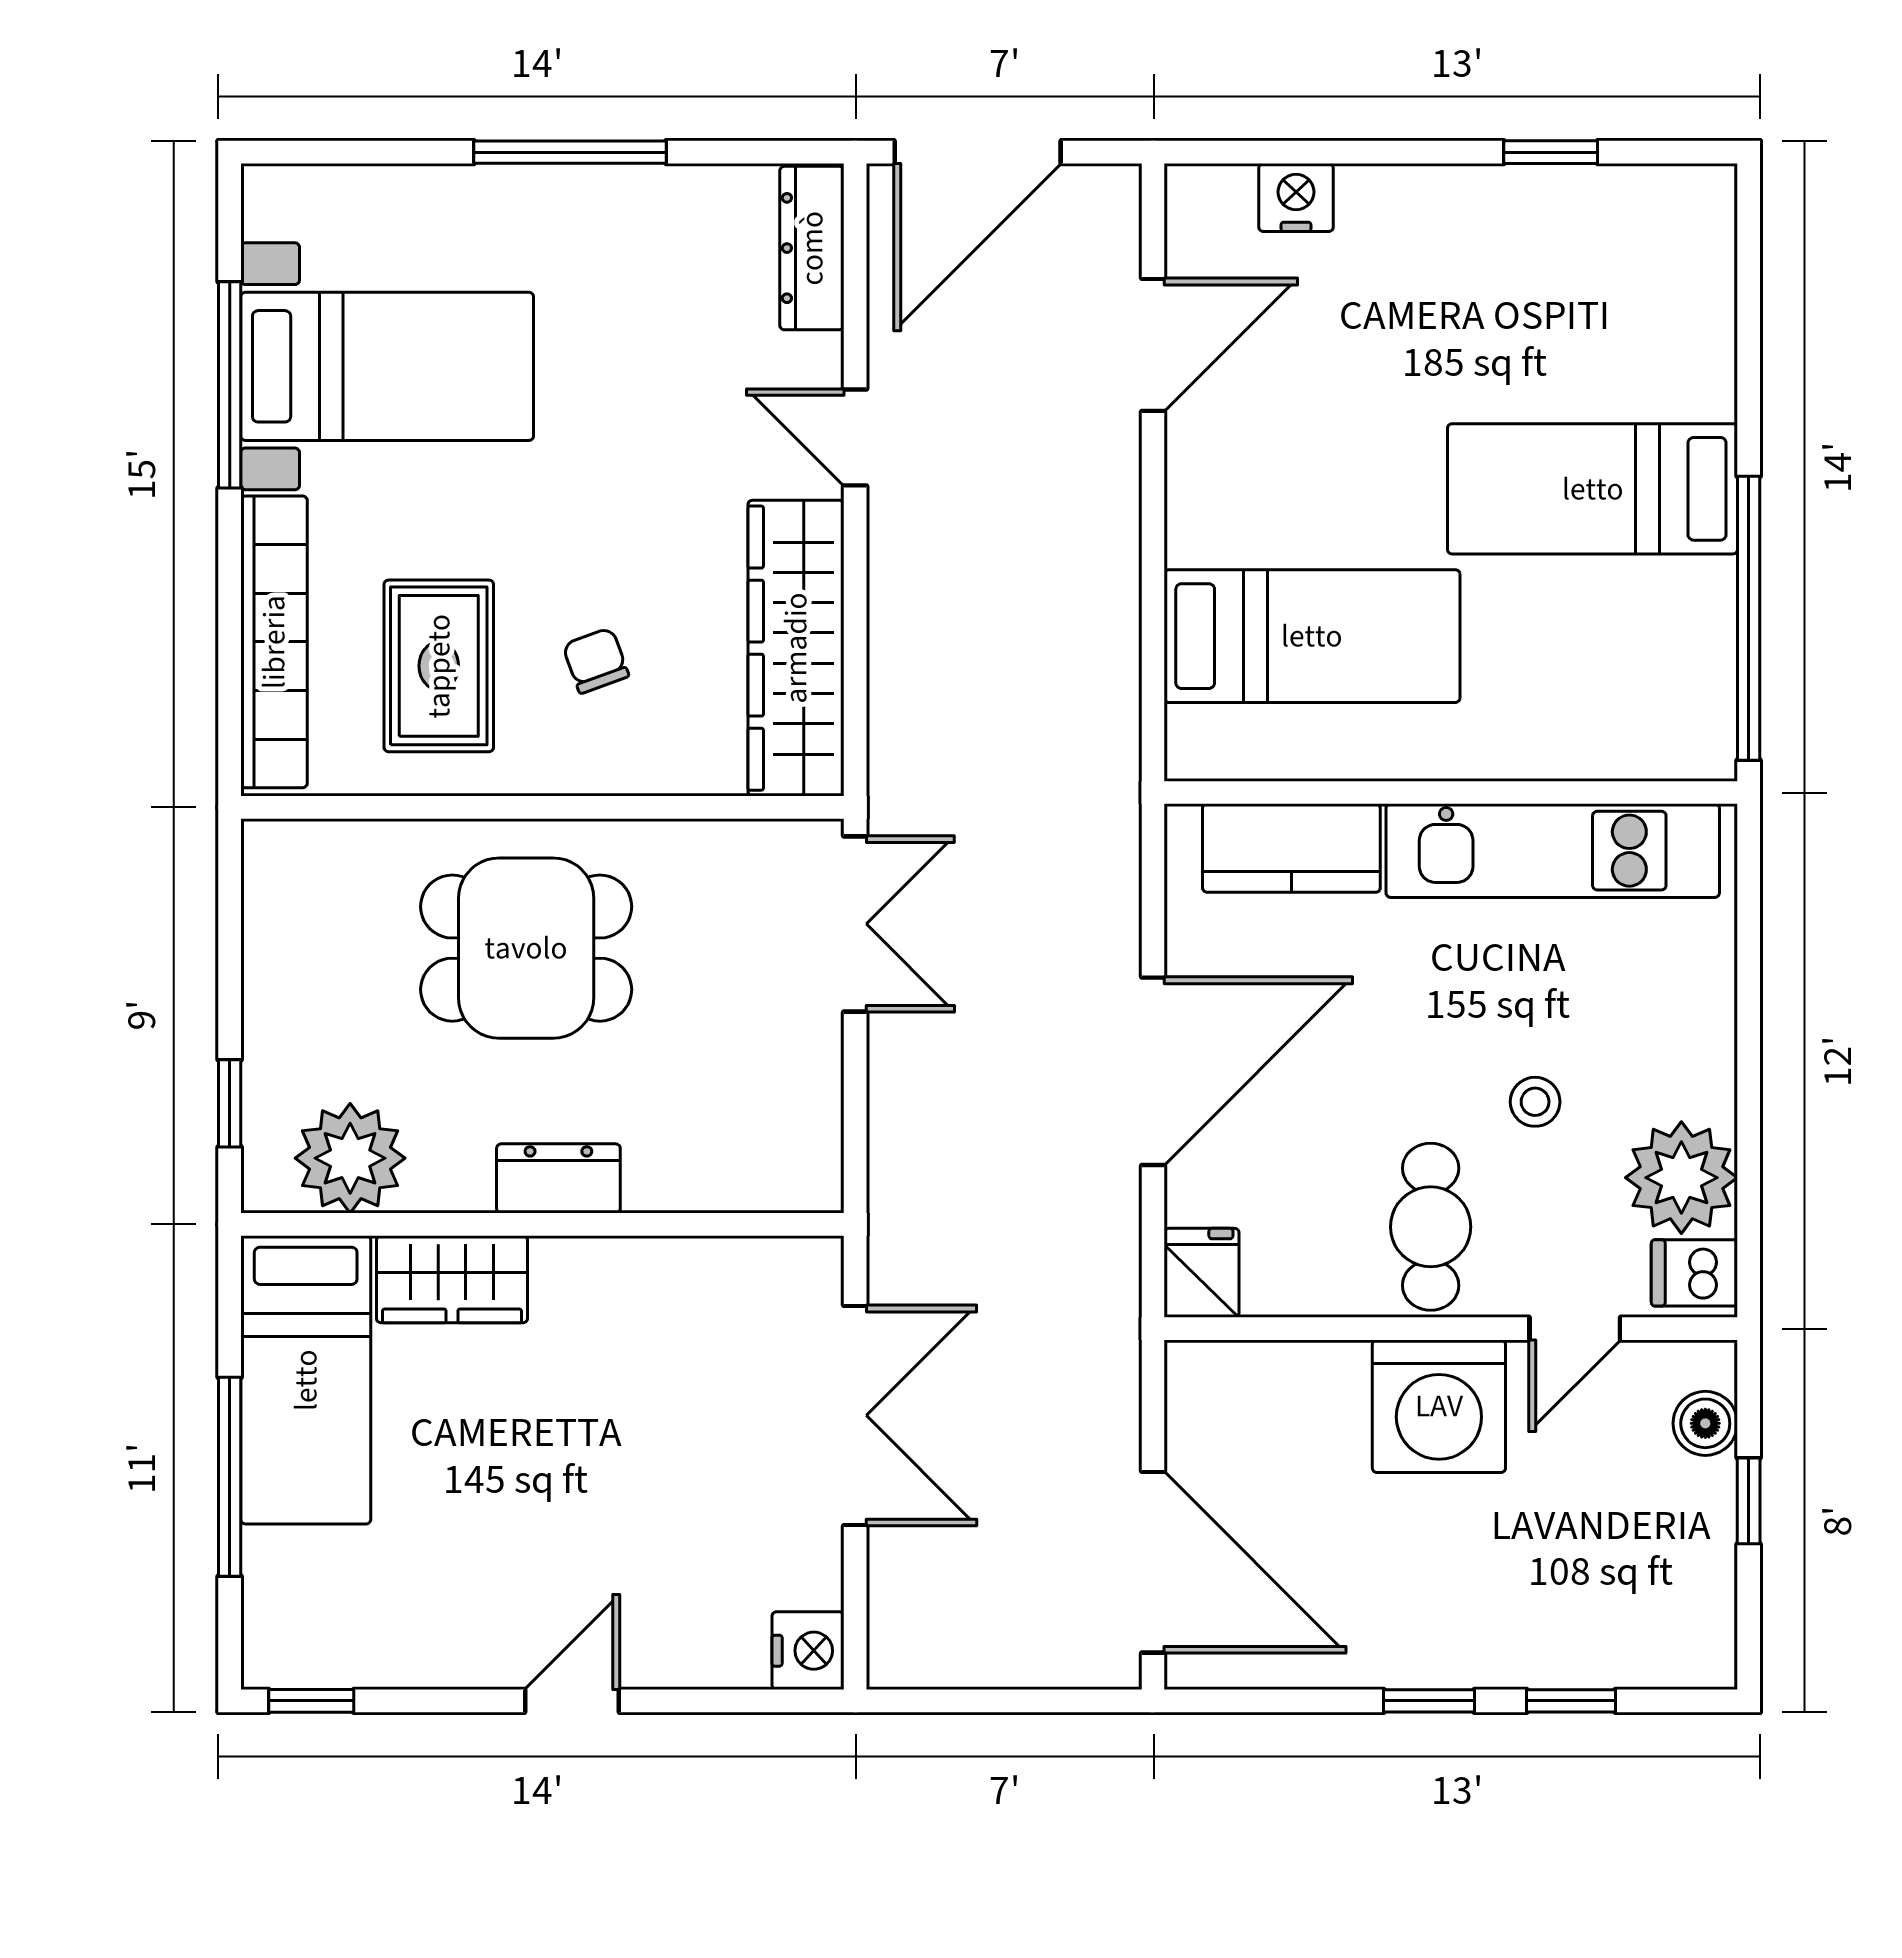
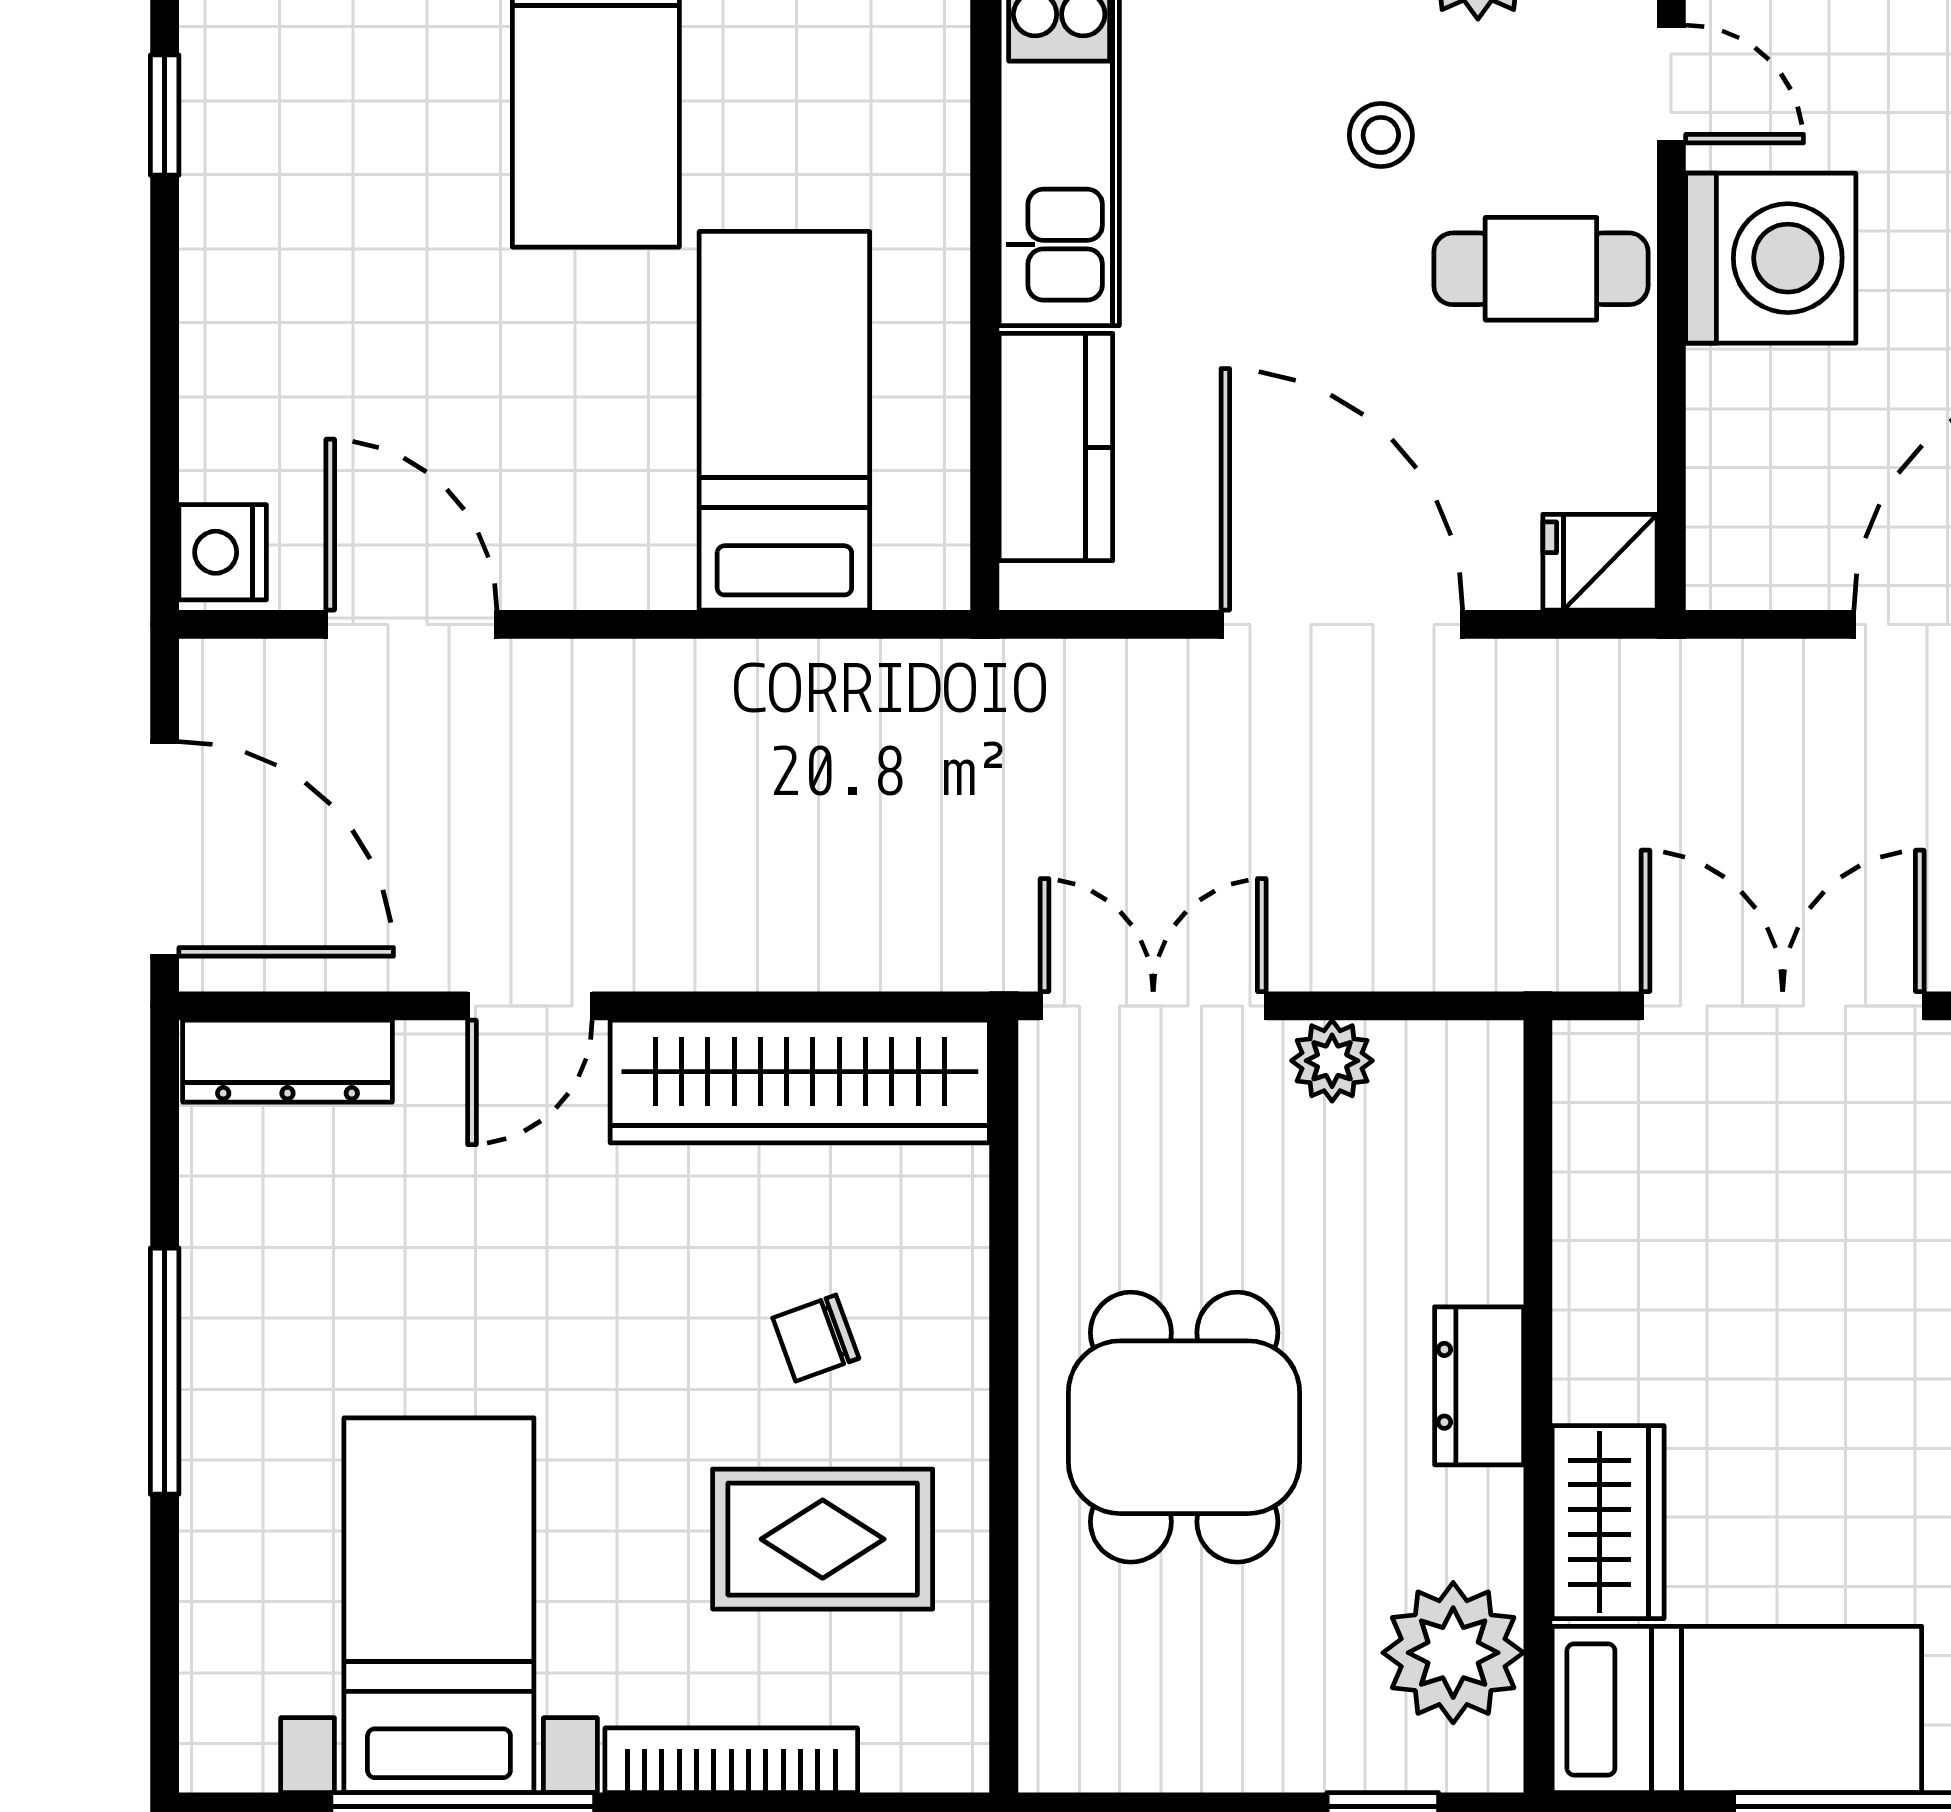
nightstand: (1296, 197) -> (223, 552), moved
bookcase: (274, 642) -> (731, 1760), width x0.68, depth x0.76
plant: (812, 1064) -> (1332, 1061), added

